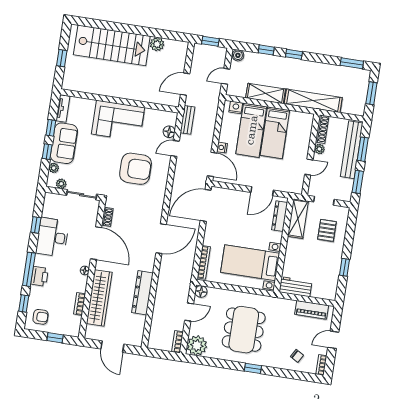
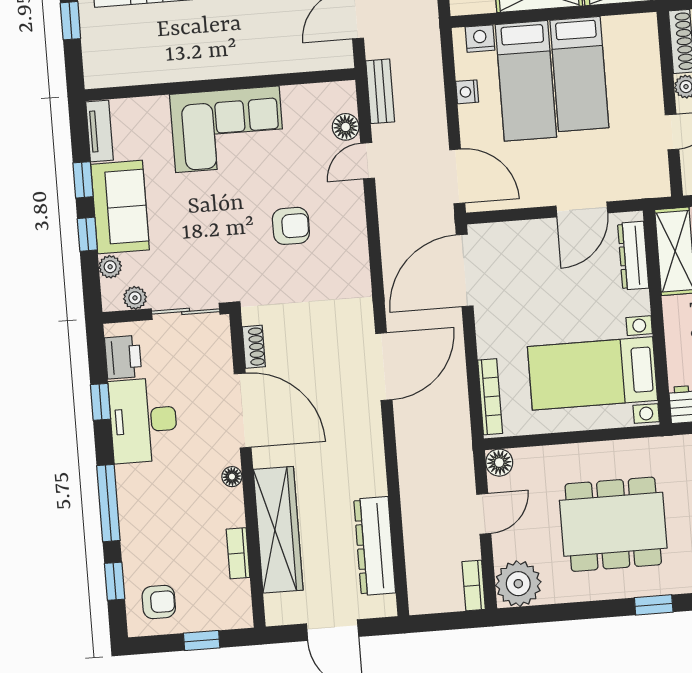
nightstand: (222, 148) -> (467, 92), moved
armchair: (136, 169) -> (291, 226), width x0.53, depth x0.53
printer: (40, 276) -> (123, 357), moved
dresser: (142, 293) -> (375, 546), moved
dining table: (244, 330) -> (613, 524), turned 90

